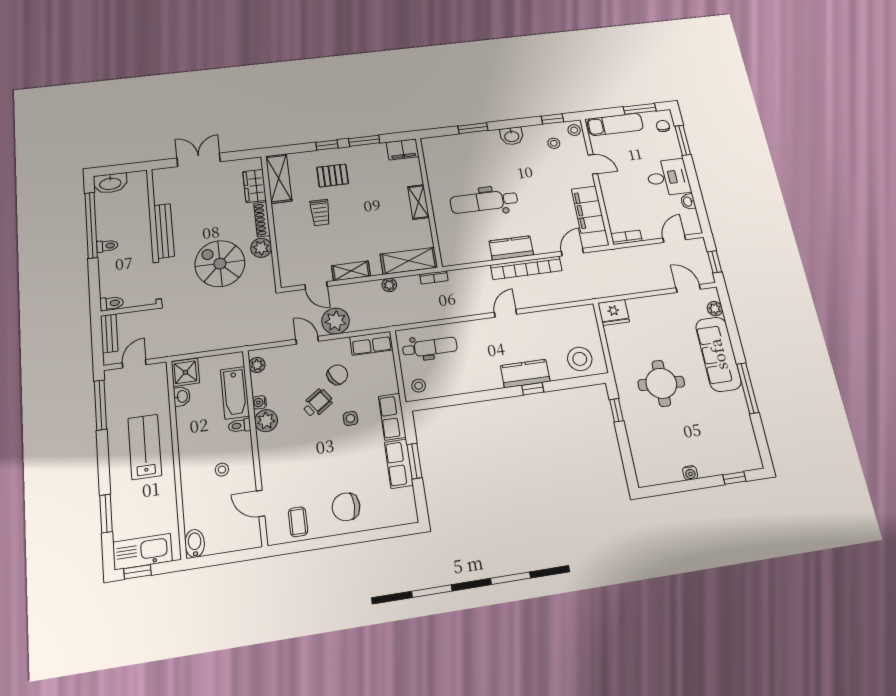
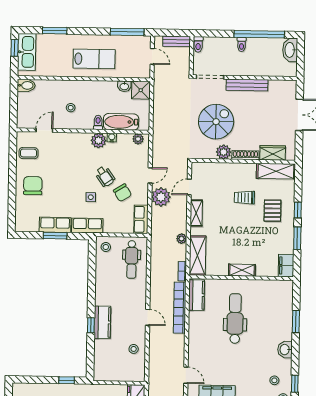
kitchen counter: (511, 248) -> (197, 295), moved
bookcase: (526, 268) -> (180, 308), moved
stool: (580, 359) -> (134, 349), moved, width x0.53, depth x0.53

